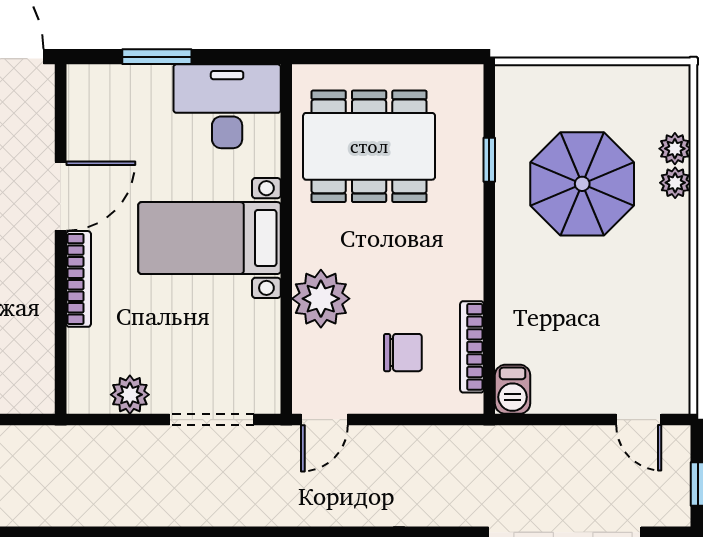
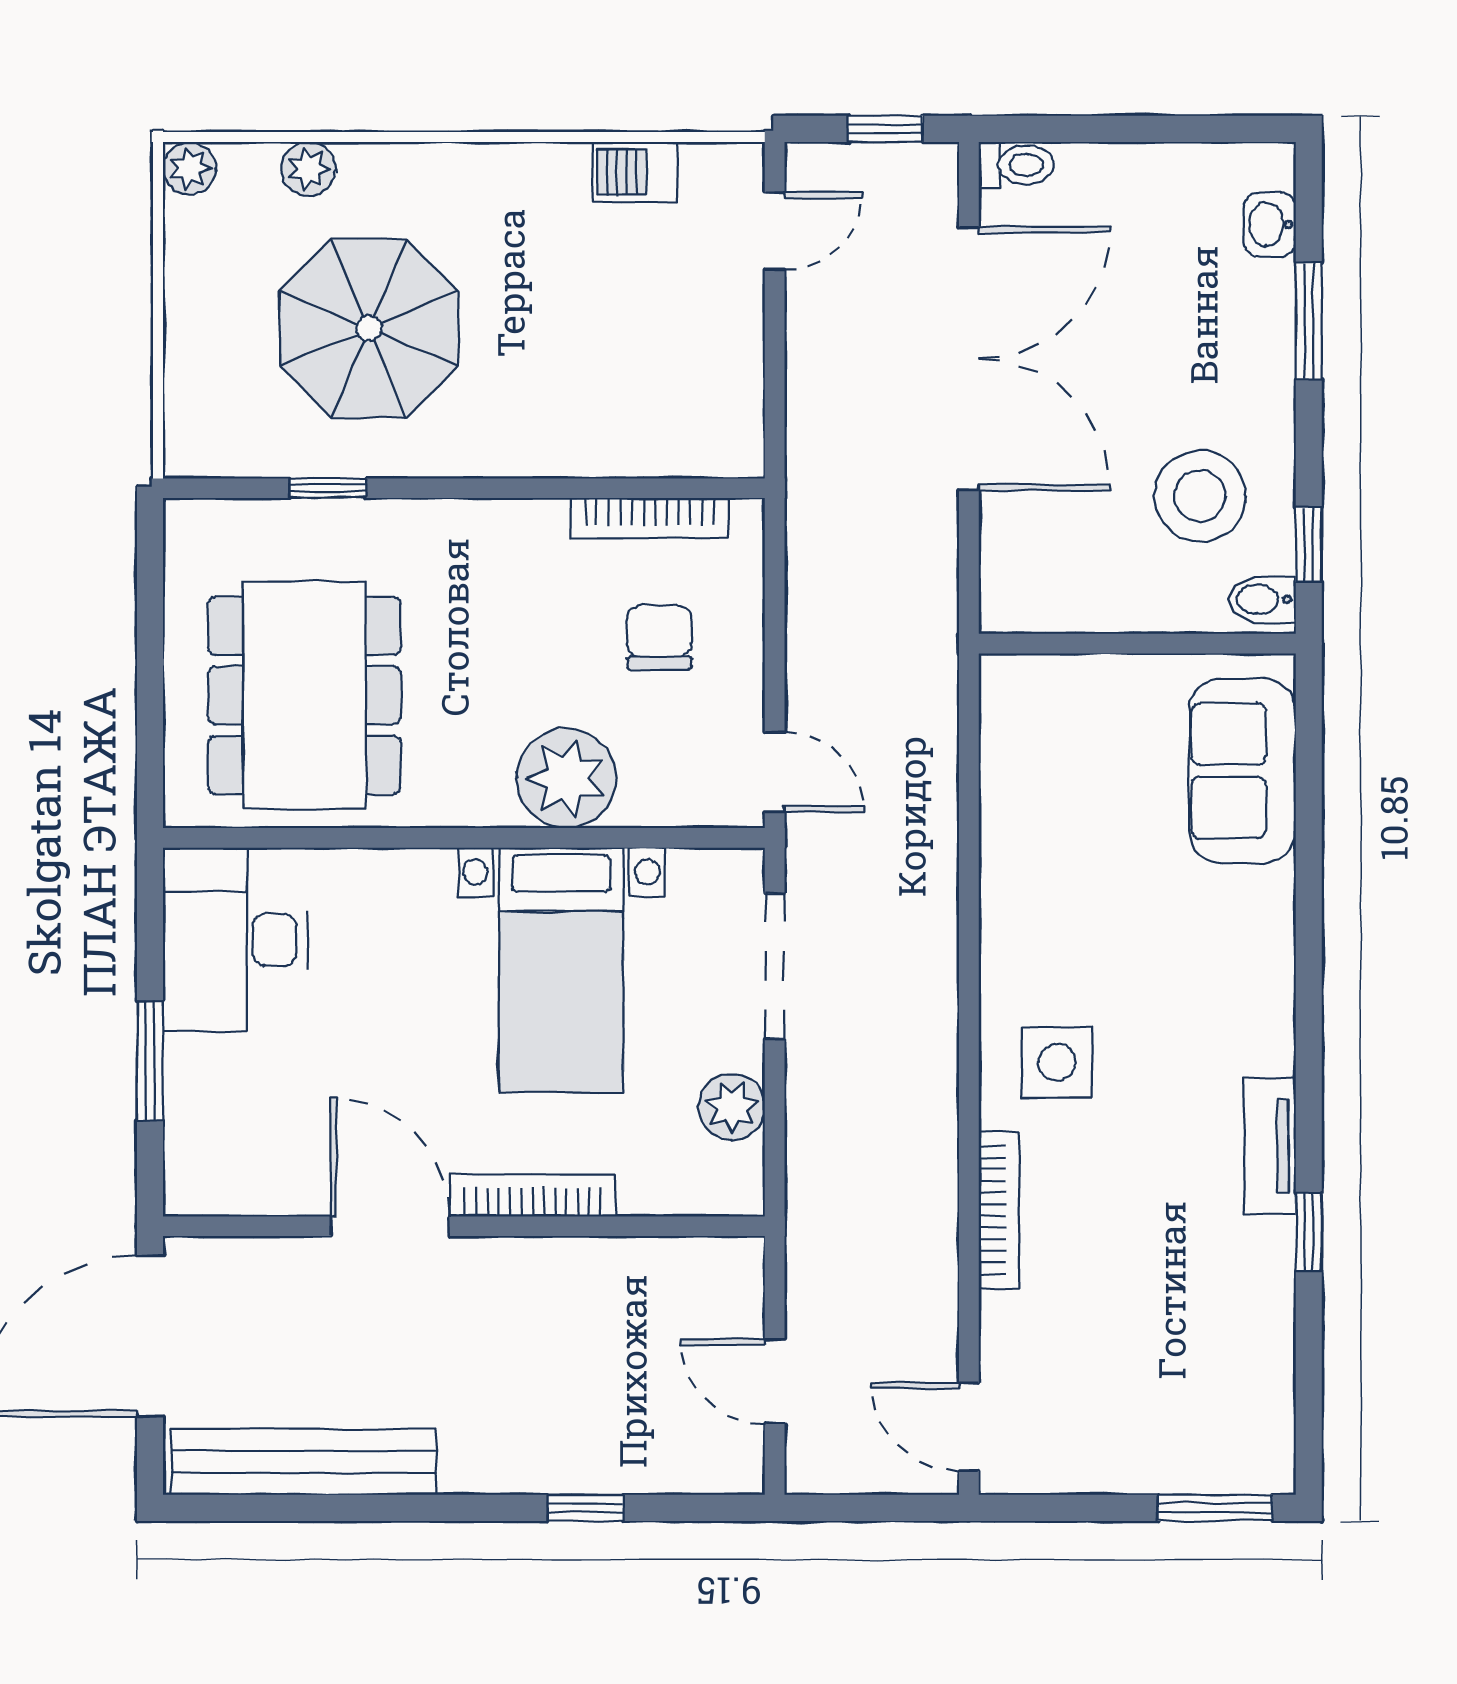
plant: (675, 183) -> (189, 168), moved
bed with nightstands: (210, 238) -> (561, 970), moved
barbecue: (513, 389) -> (635, 172), moved, turned 180

